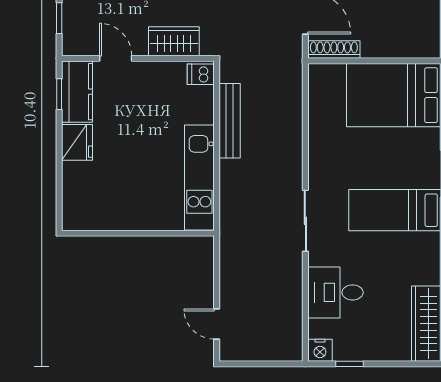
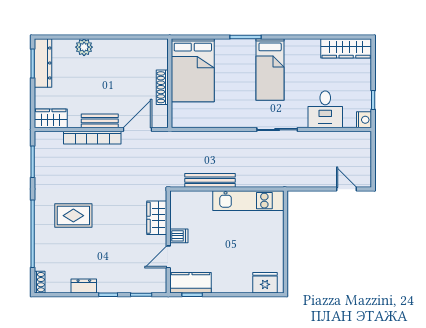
shoe rack: (334, 50) -> (162, 87), moved
dishwasher: (201, 74) -> (179, 236), moved, turned -90
fridge: (77, 142) -> (265, 283), moved
door: (217, 324) -> (346, 189), swing flipped

